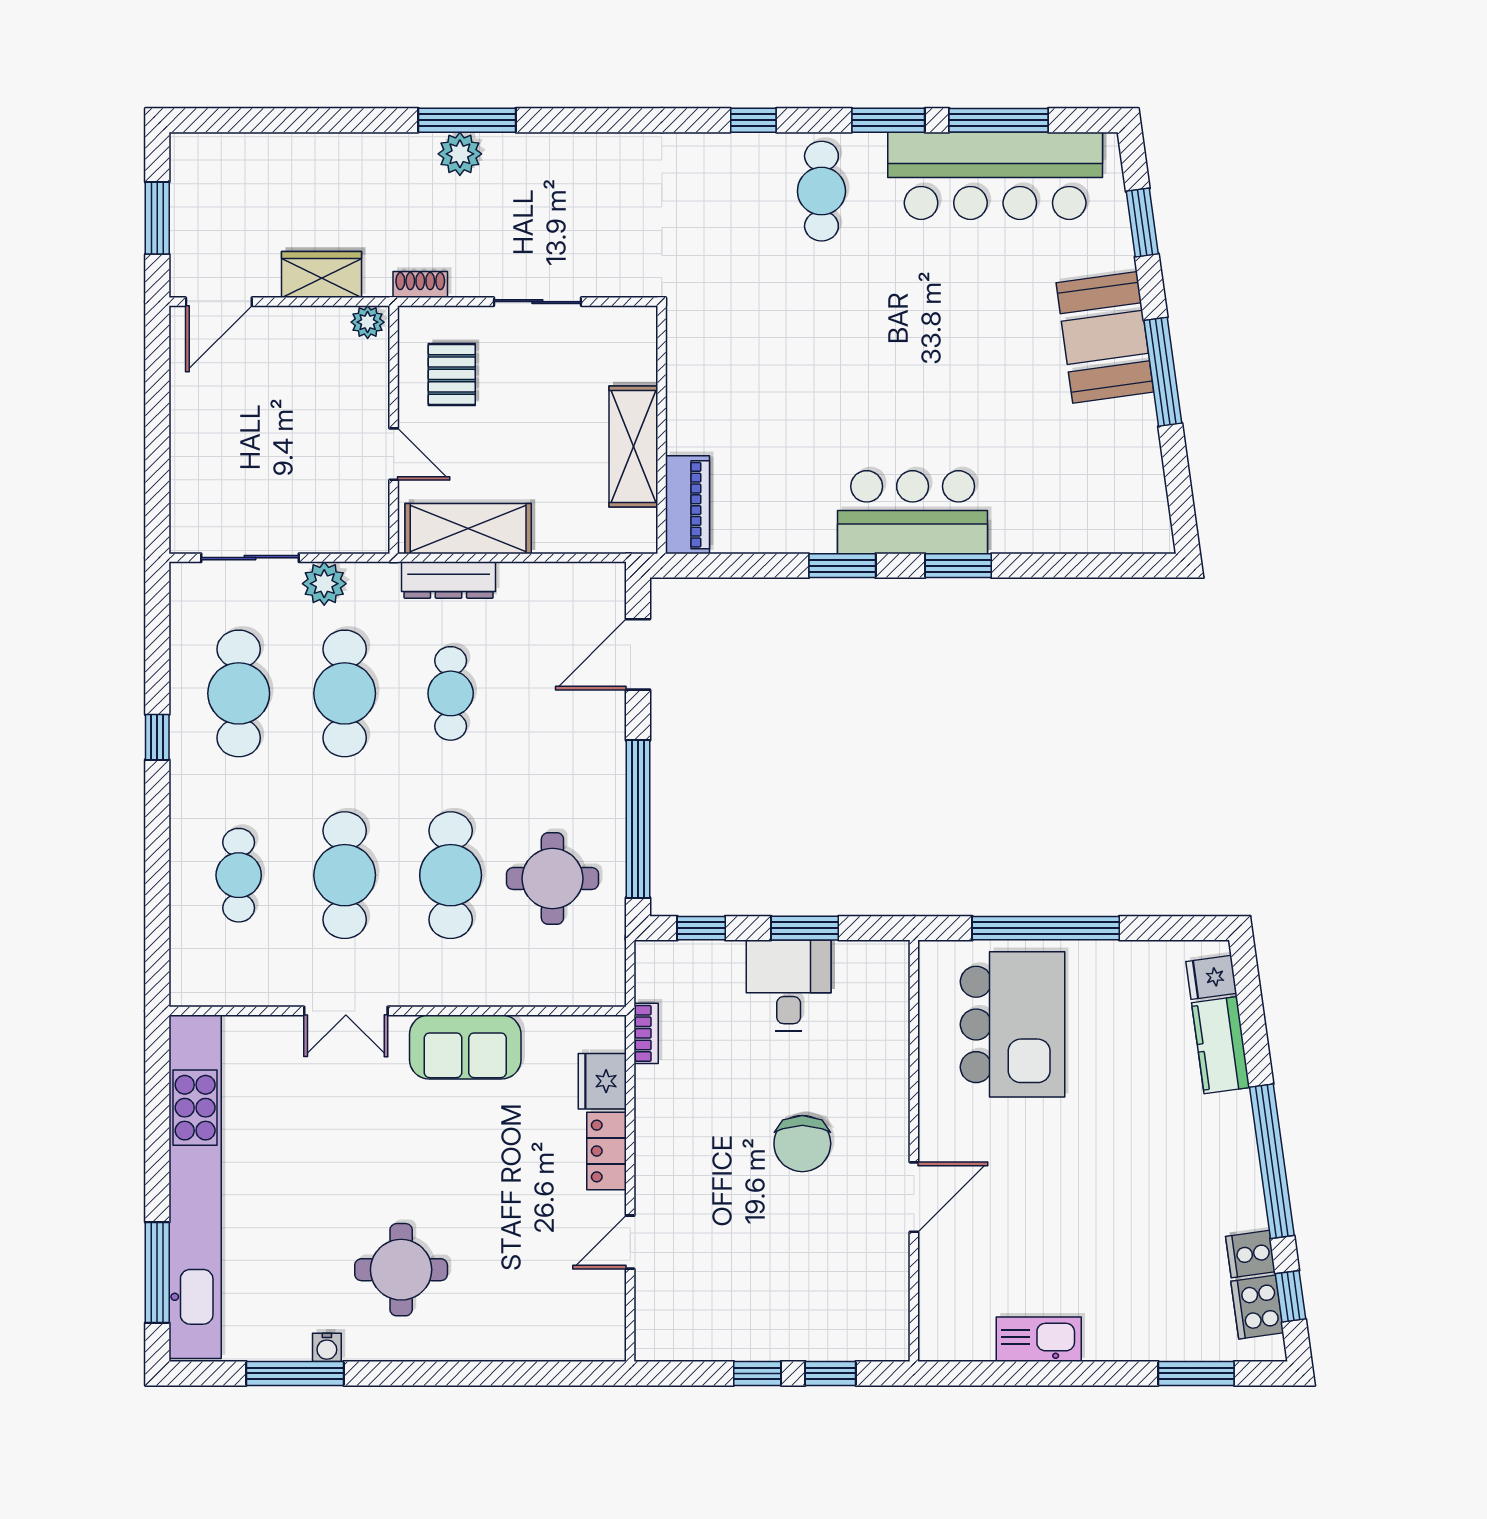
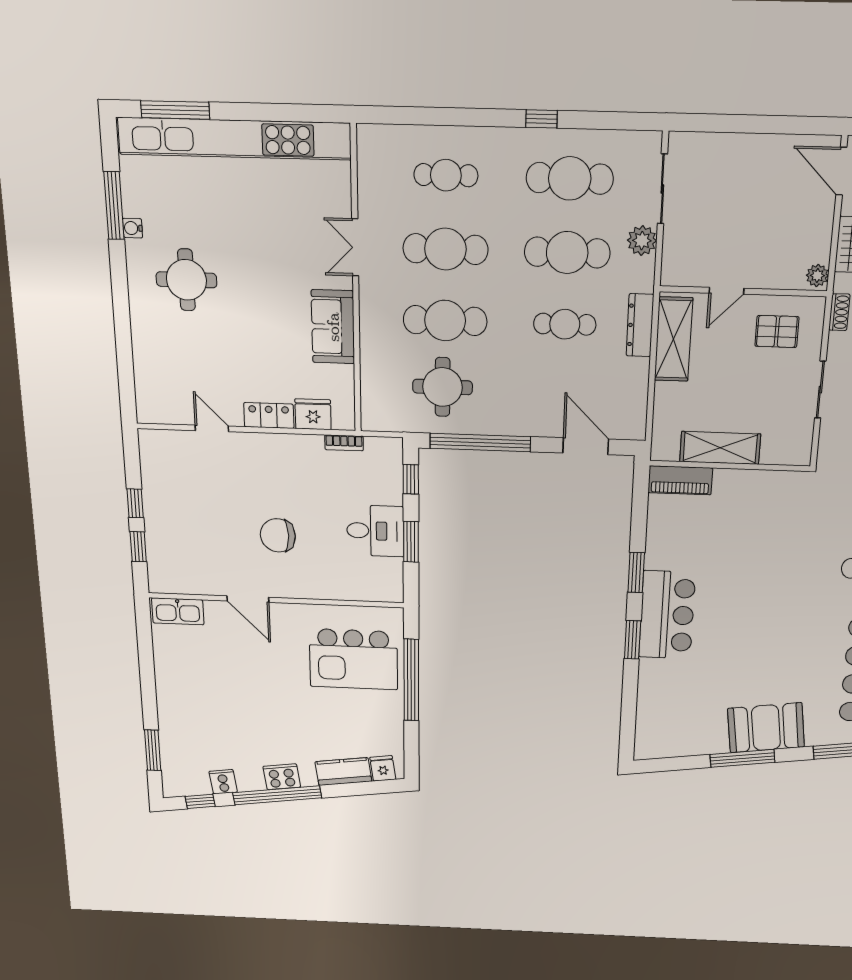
cooker: (1257, 1307) -> (282, 777), moved
kitchen sink: (1039, 1339) -> (178, 611), moved, turned 90

